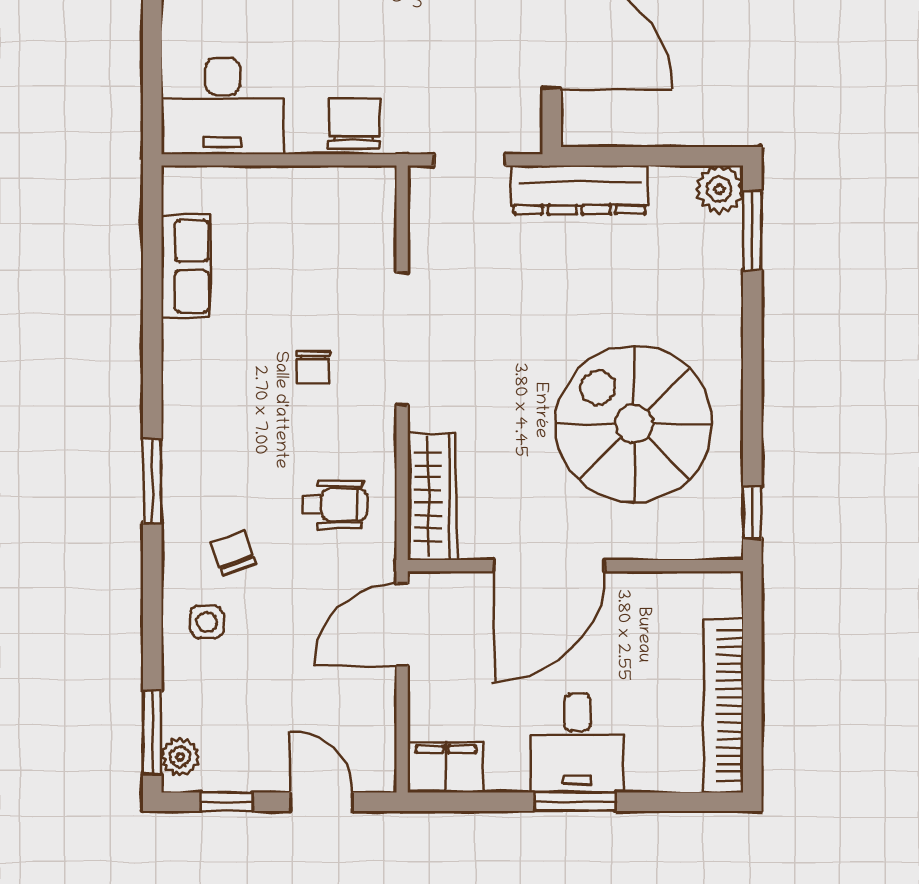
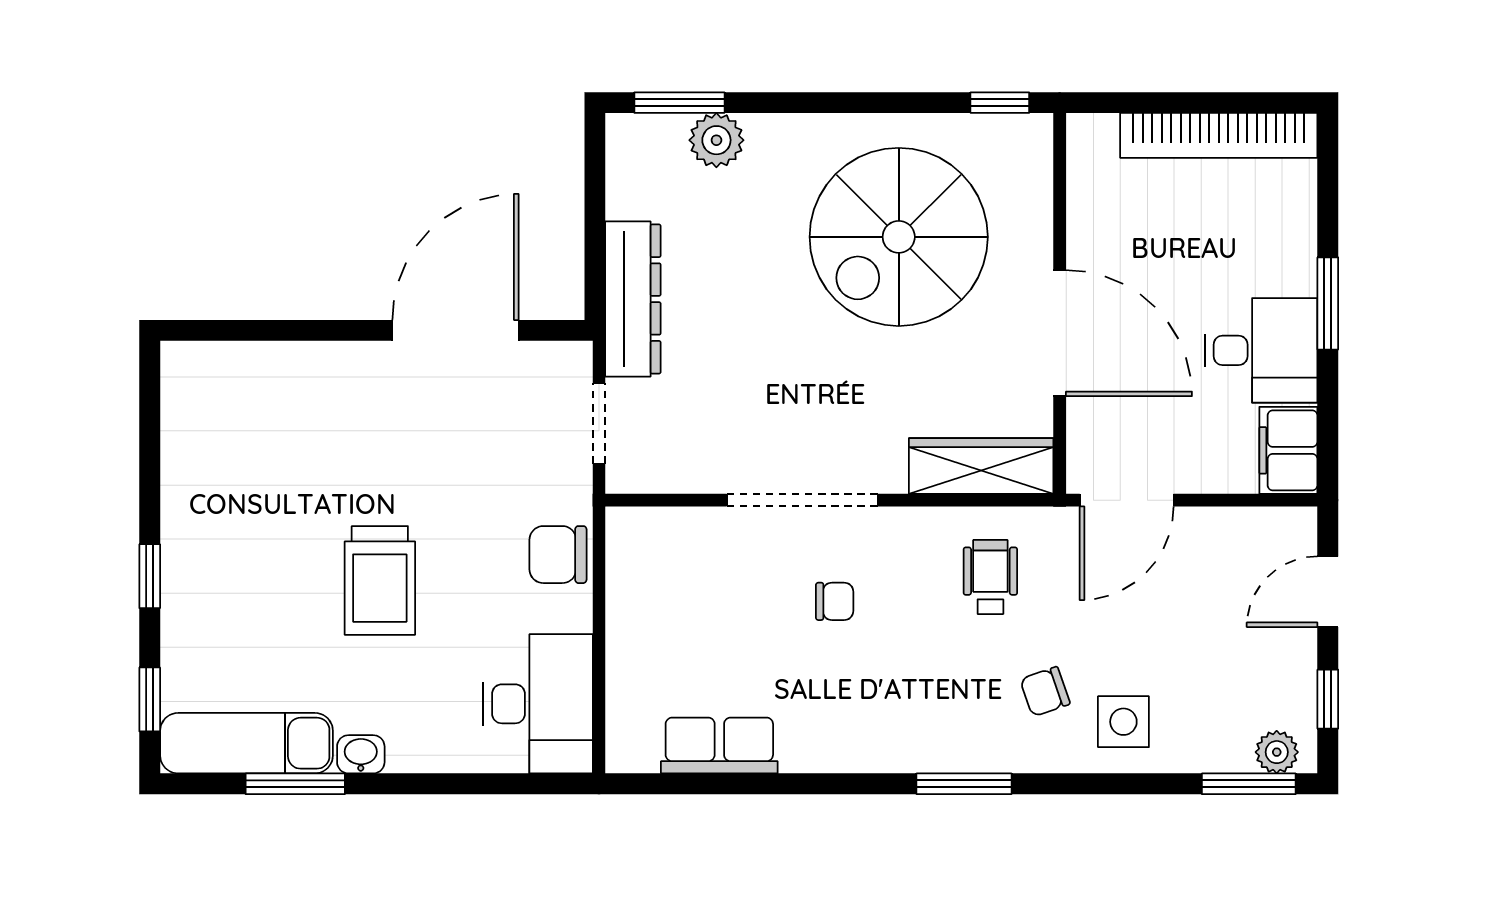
plant: (719, 189) -> (716, 140), moved
side table: (207, 622) -> (1123, 722), width x1.37, depth x1.37
door: (402, 625) -> (1127, 500), hinge flipped
desk: (577, 743) -> (1261, 350), moved

